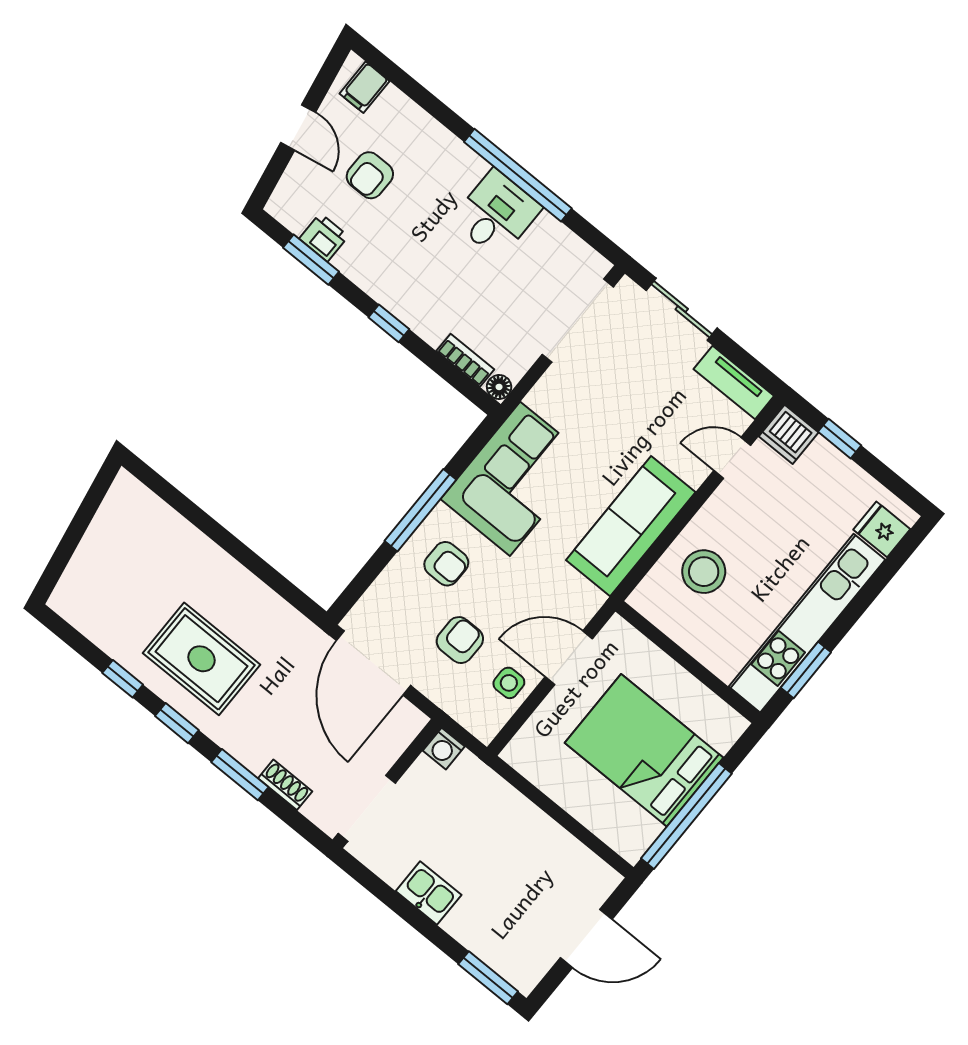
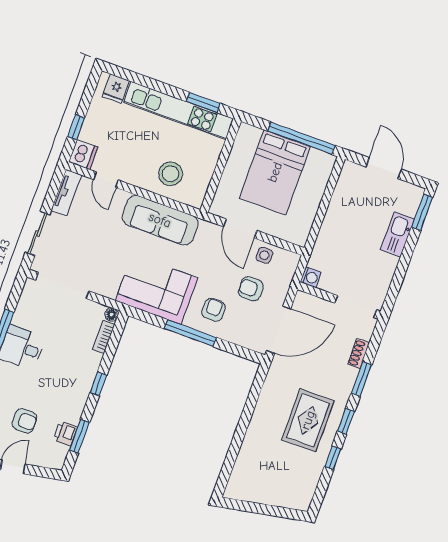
kitchen sink: (429, 893) -> (398, 234), moved, width x1.38

